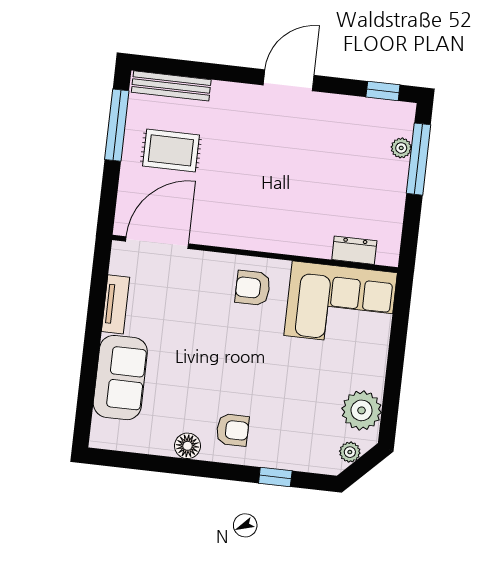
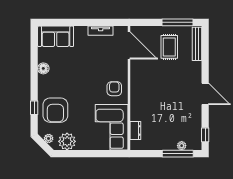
sofa: (120, 378) -> (56, 36), moved
armchair: (233, 430) -> (55, 110), moved, width x1.88, depth x1.88

